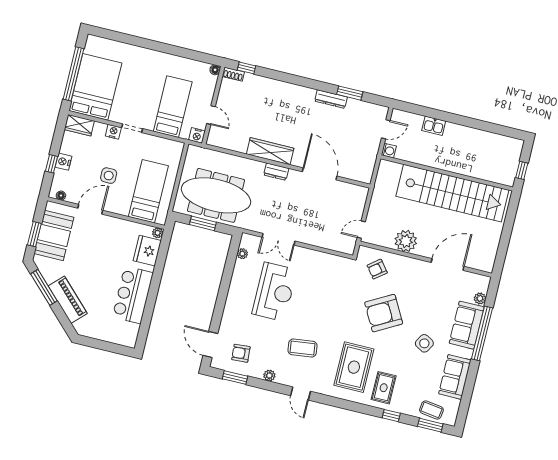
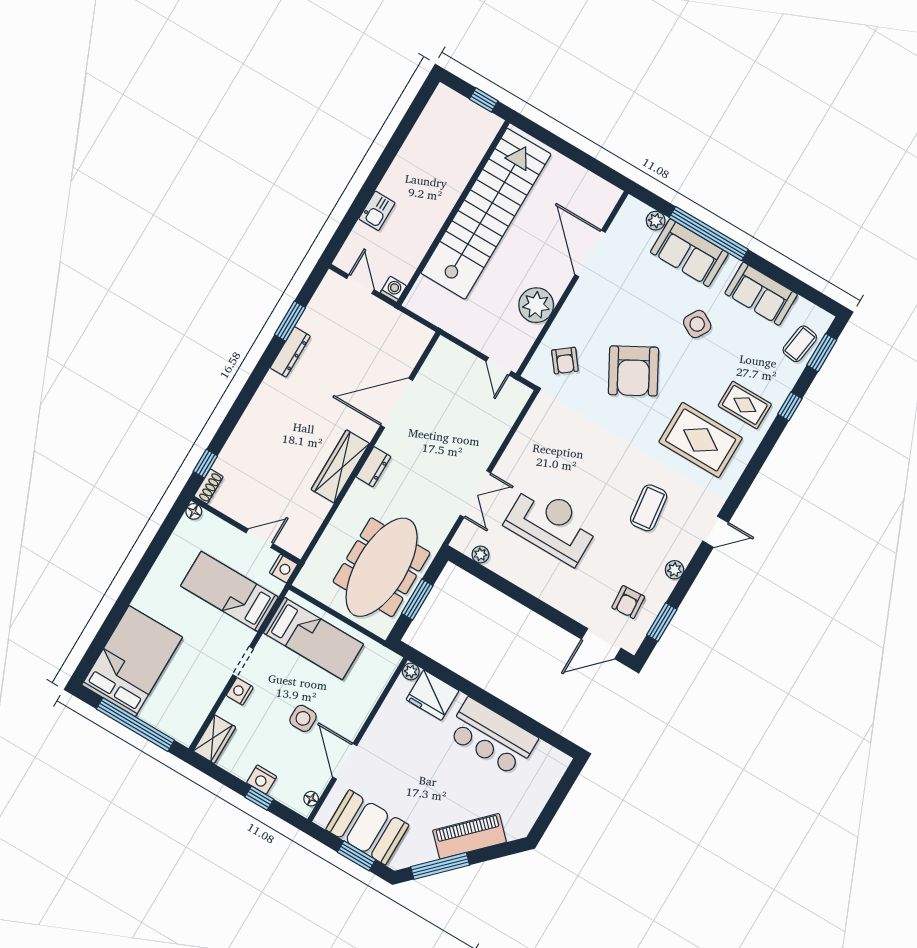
bed: (95, 87) -> (132, 661), moved, turned 90
bed: (148, 191) -> (313, 638), moved, turned 180

